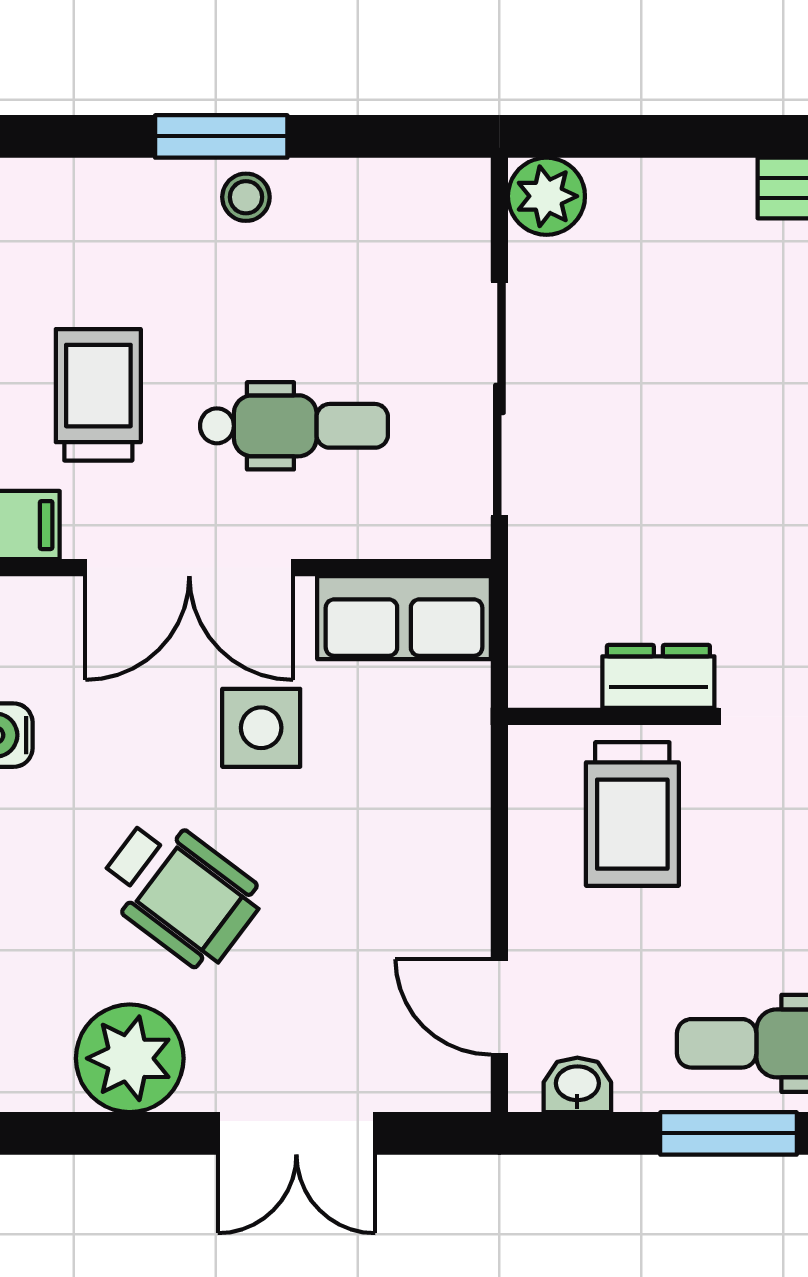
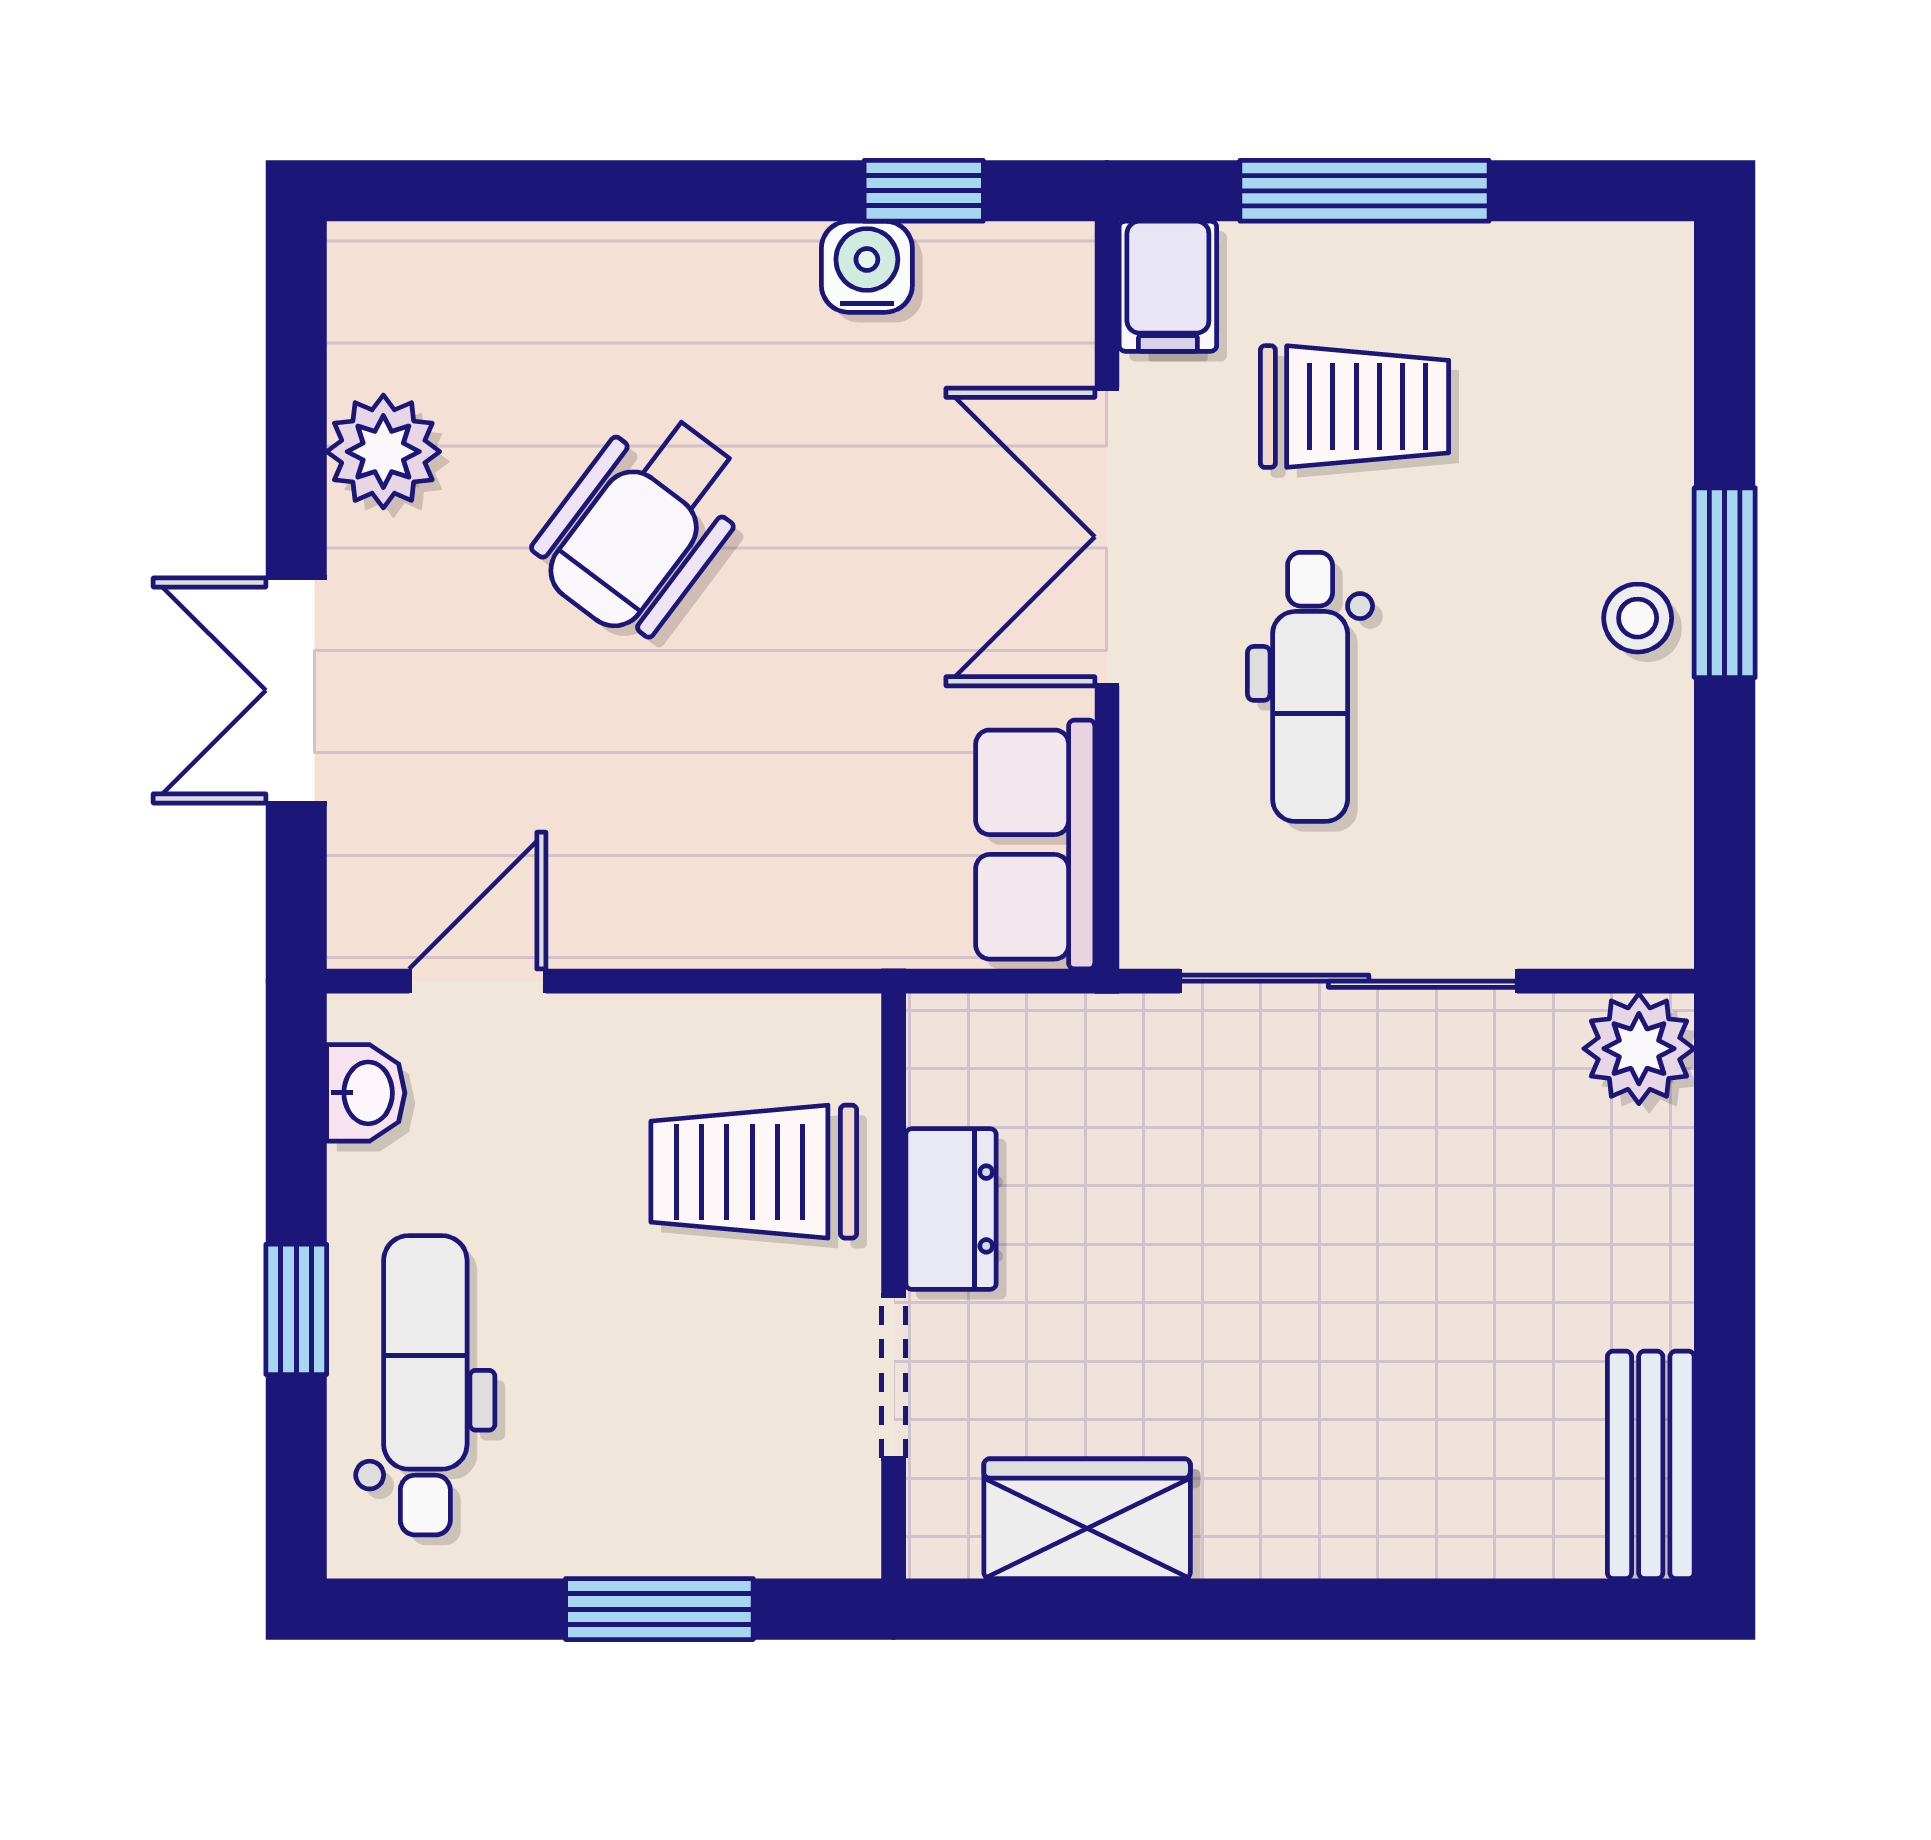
side table: (261, 728) -> (877, 640), removed
plant: (130, 1058) -> (383, 452), width x0.73, depth x0.73
window: (728, 1133) -> (296, 1309), width x0.67

